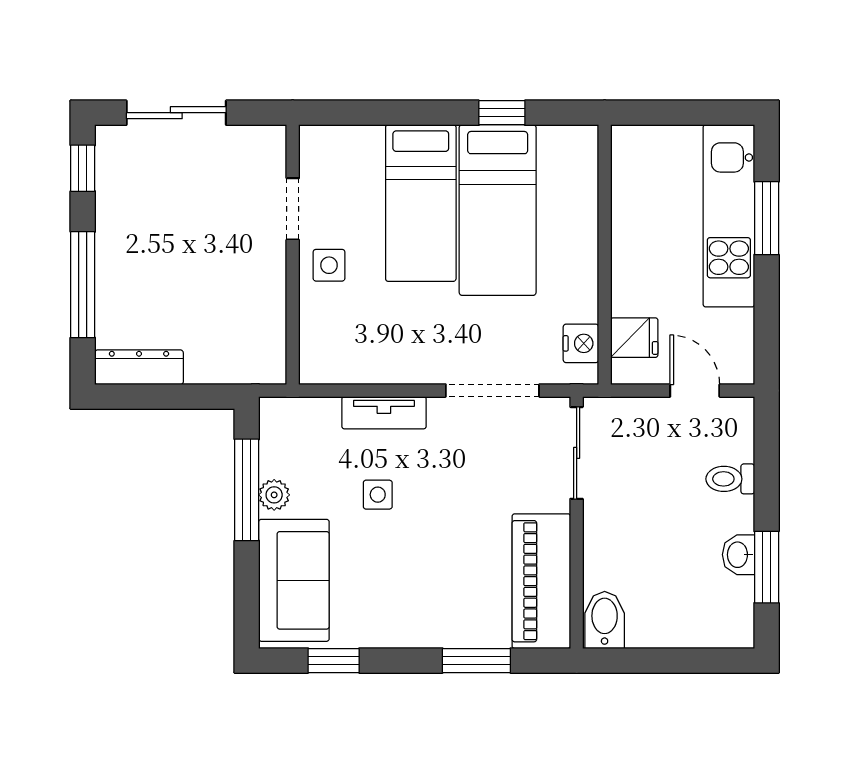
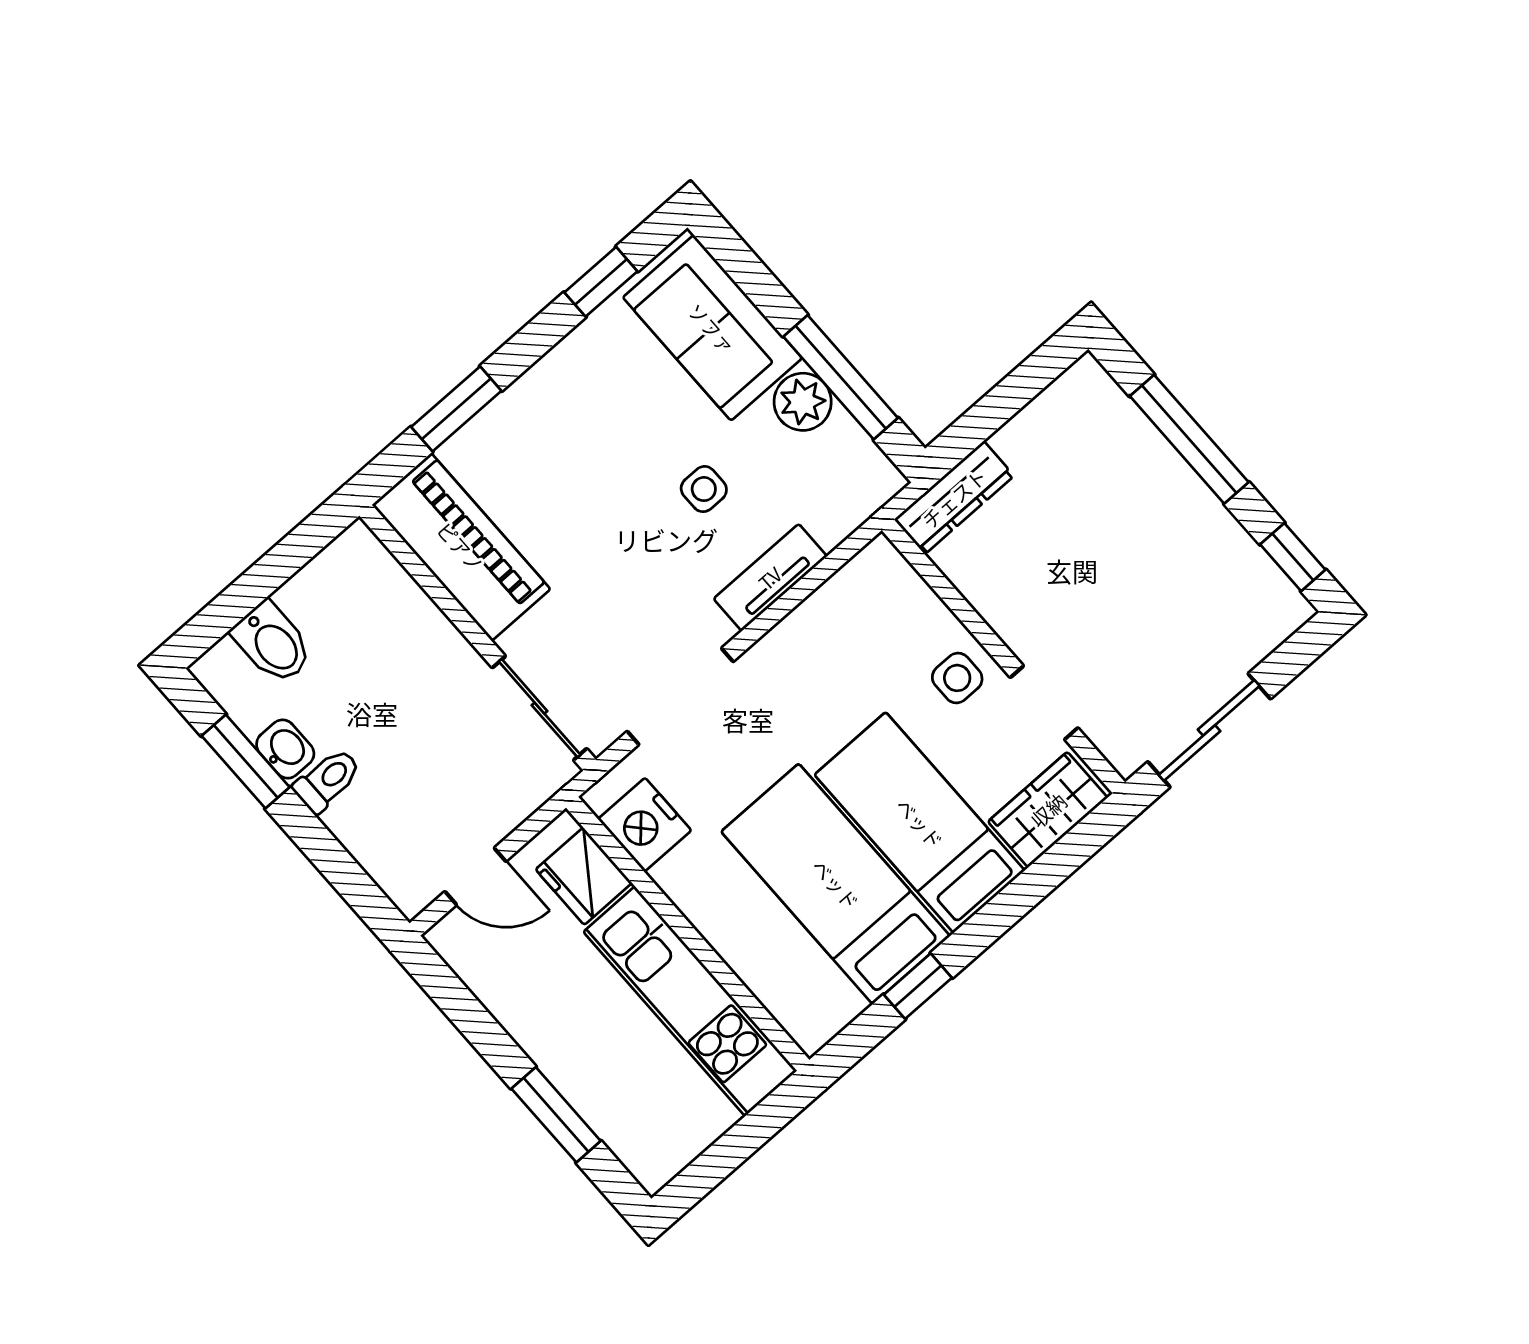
sliding door: (176, 113) -> (1209, 730), moved
wardrobe: (343, 147) -> (1048, 810), added
kitchen unit: (729, 216) -> (690, 1001), moved, turned 180
fridge: (634, 338) -> (584, 876), width x1.38
nightstand: (581, 343) -> (645, 825), width x1.36, depth x1.33
dresser: (139, 367) -> (954, 498), moved
toilet: (730, 479) -> (327, 780), moved
plant: (274, 495) -> (803, 402), width x1.38, depth x1.38
bidet: (605, 620) -> (273, 643), moved

